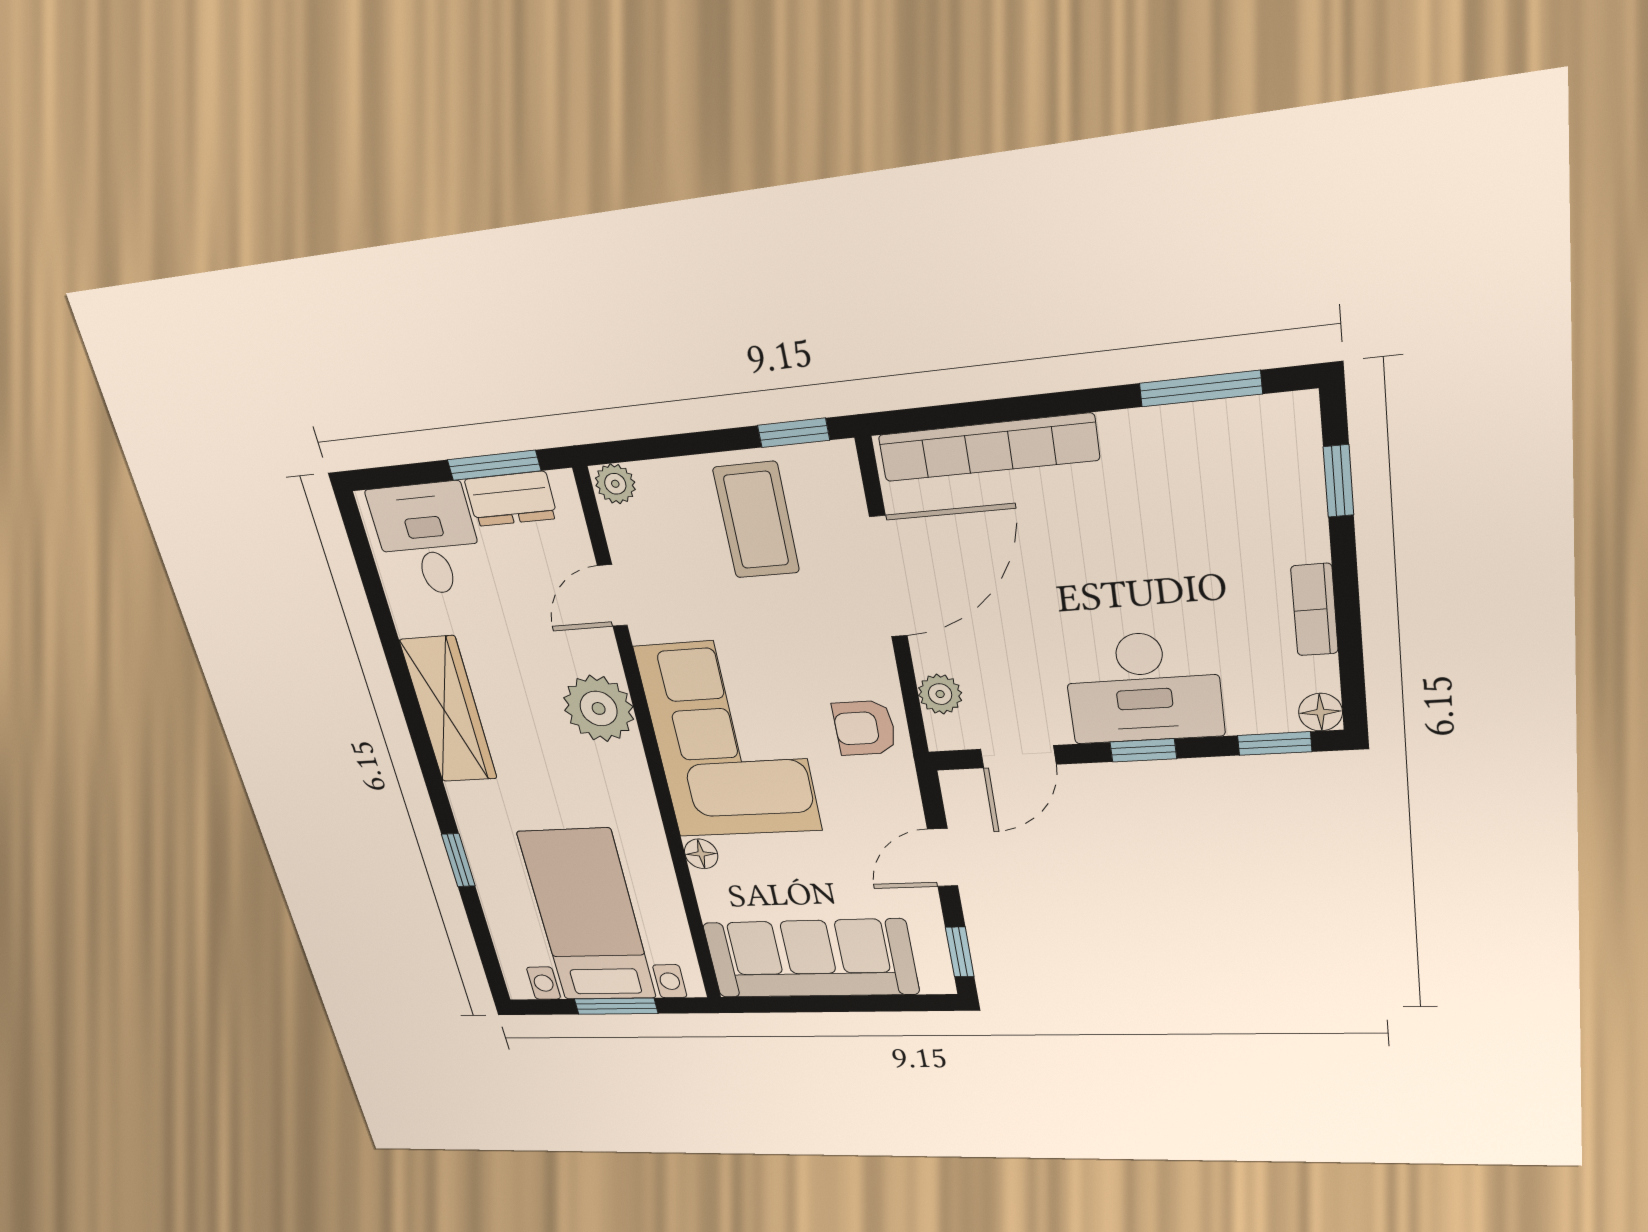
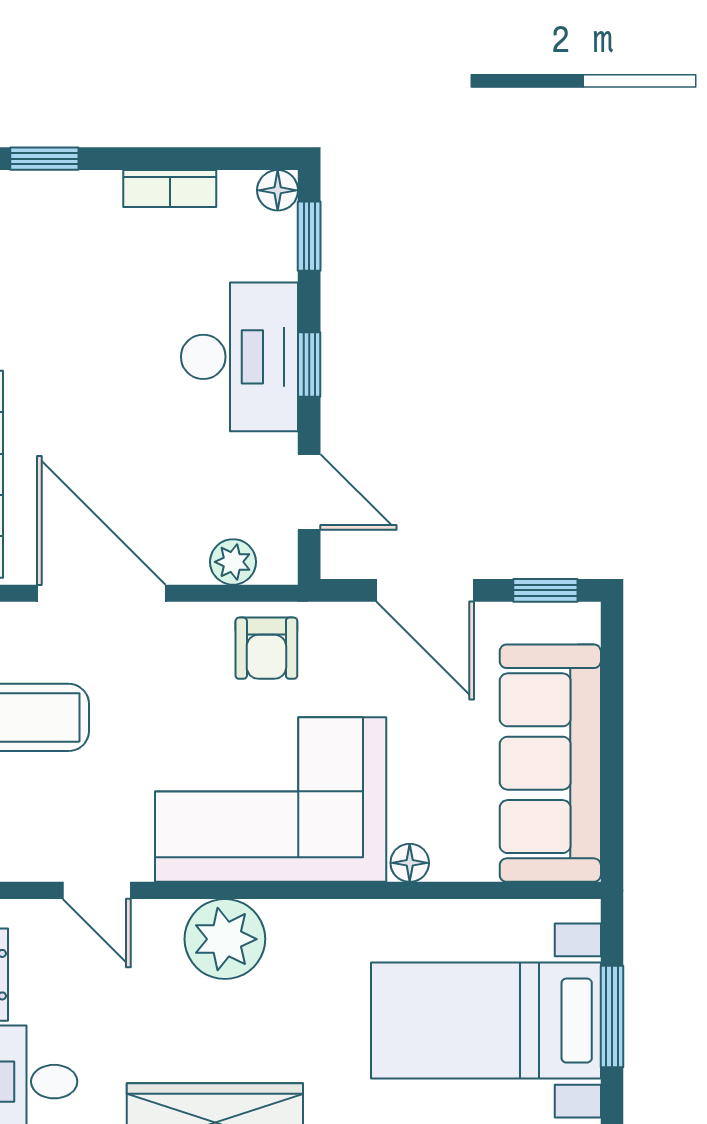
door: (943, 858) -> (425, 590), width x1.38

